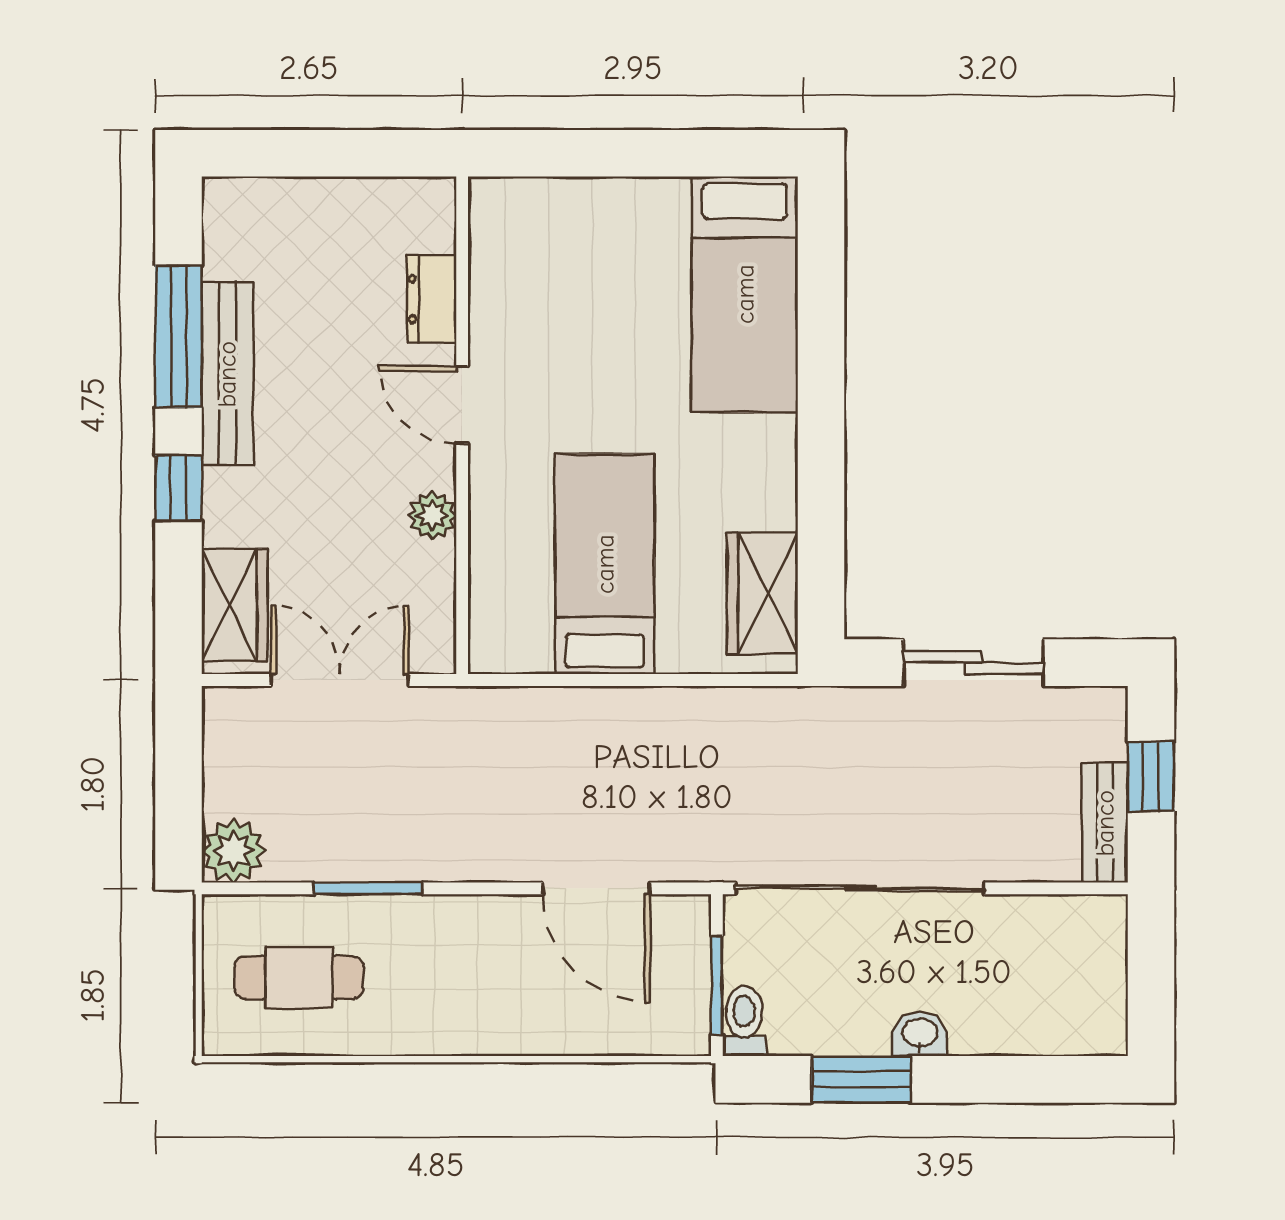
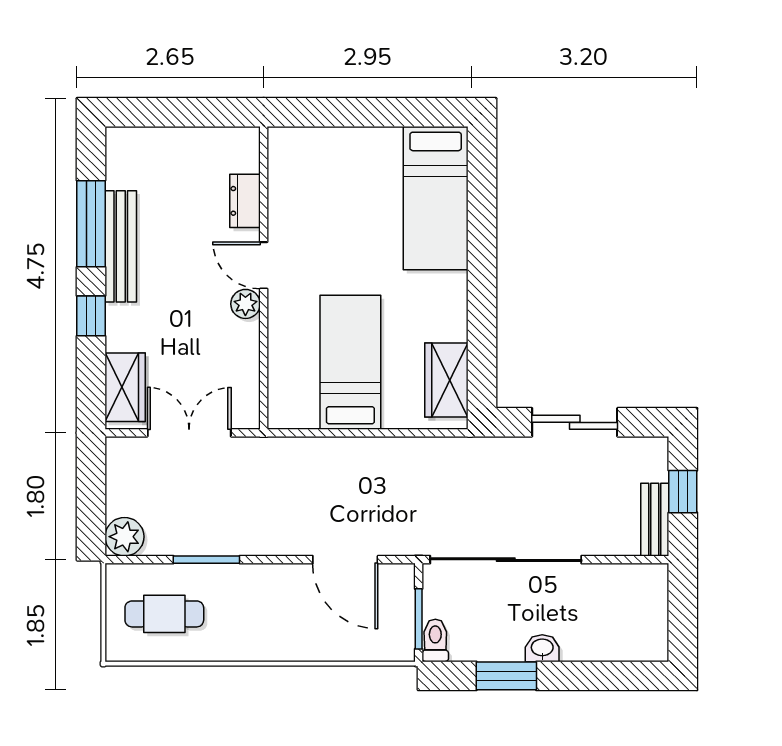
plant: (432, 515) -> (245, 304), moved

